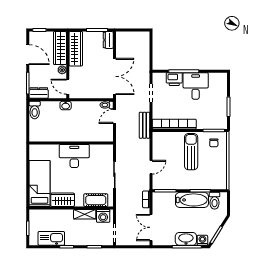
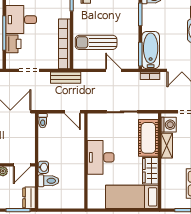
toilet: (35, 110) -> (48, 181), moved
door: (114, 116) -> (72, 112), moved
sun lounger: (191, 152) -> (96, 42), moved
cot: (96, 200) -> (148, 138), width x1.37, depth x1.34
bathtub: (192, 200) -> (151, 50), moved

